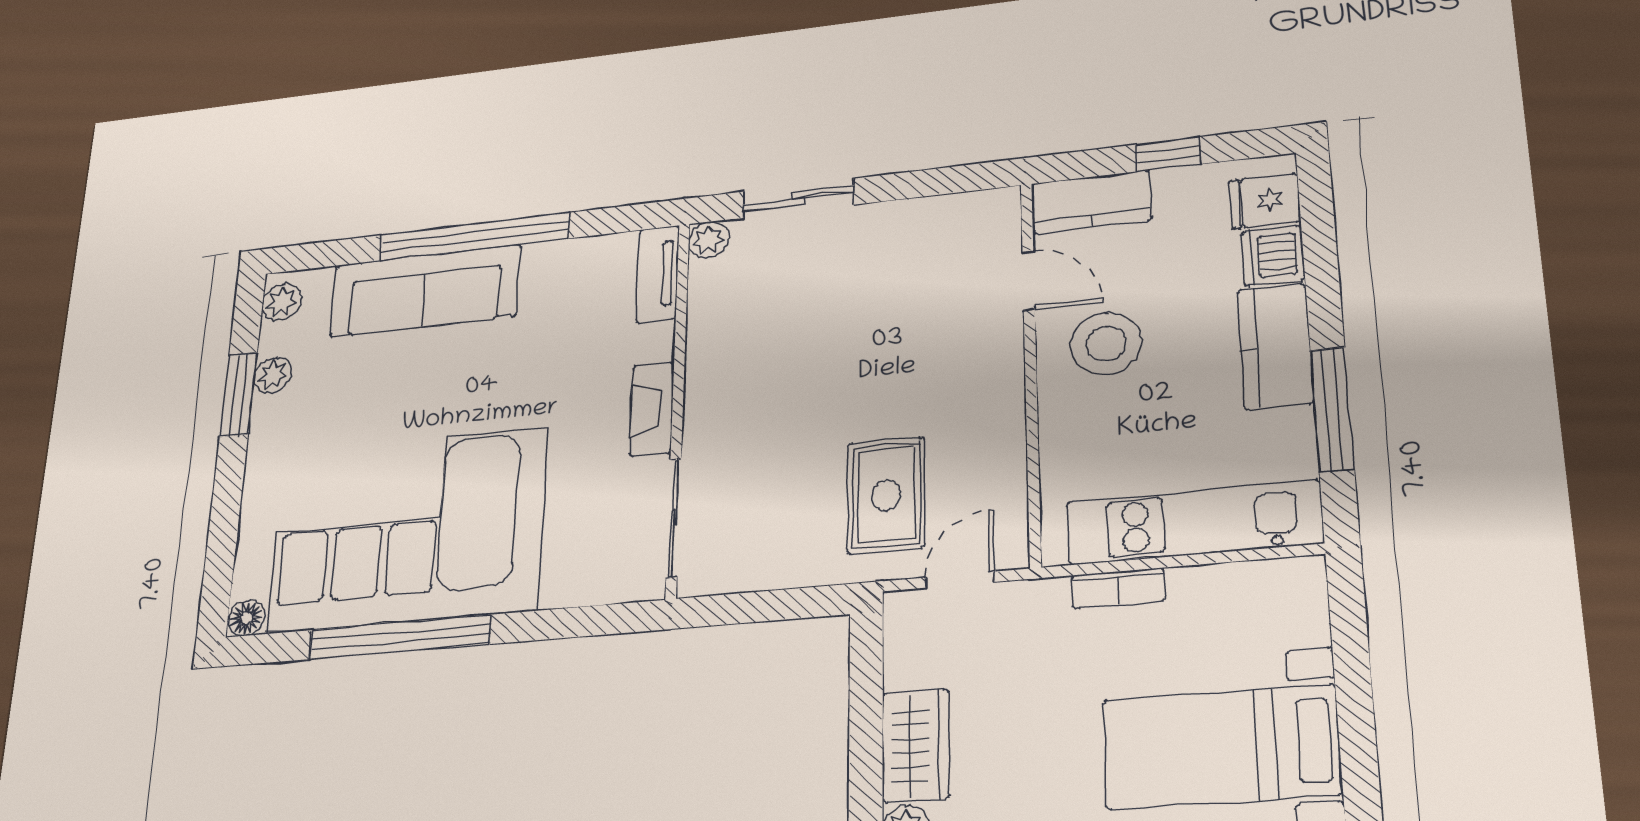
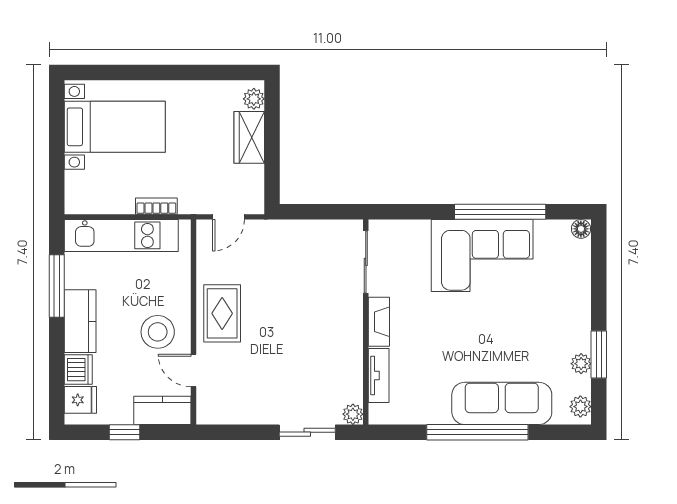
tv unit: (658, 274) -> (379, 376), moved
rug: (886, 495) -> (222, 313), moved
corner sofa: (408, 530) -> (482, 256), width x0.73, depth x0.74

